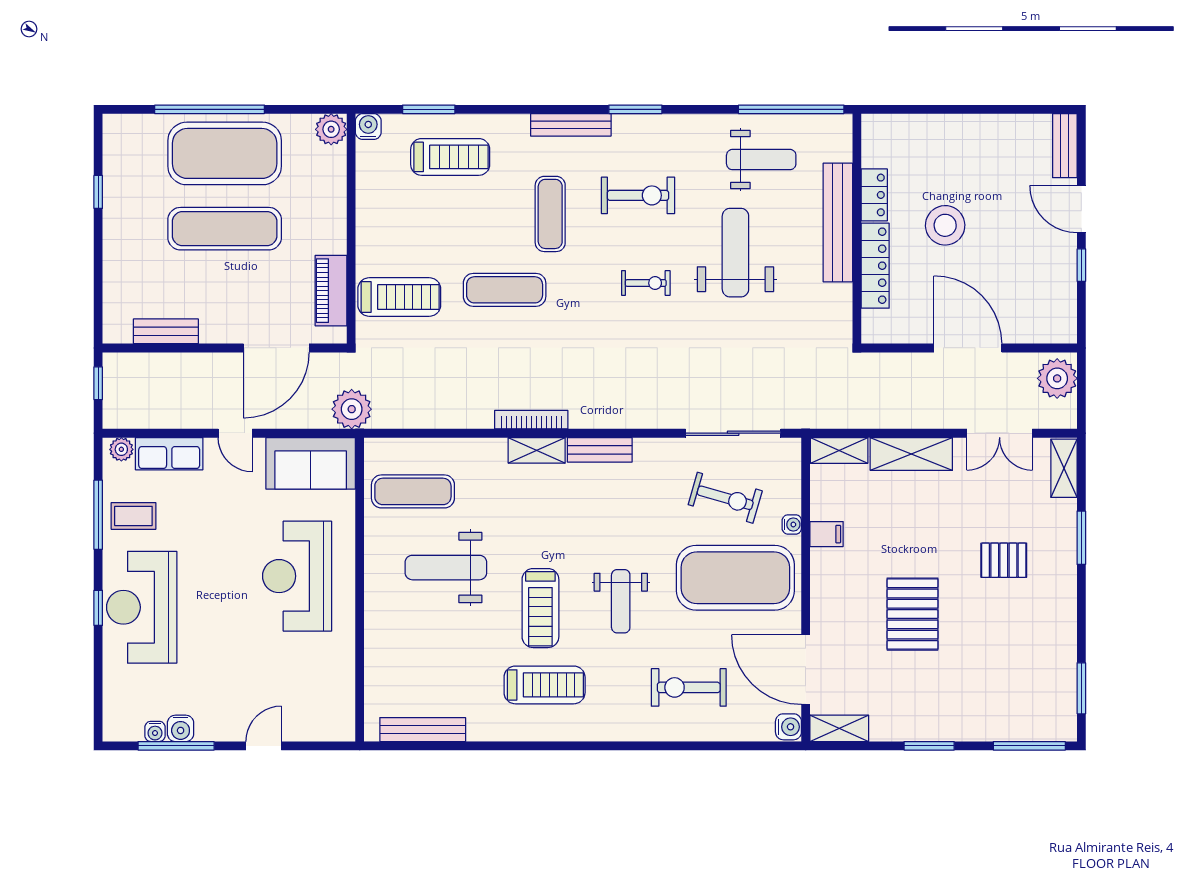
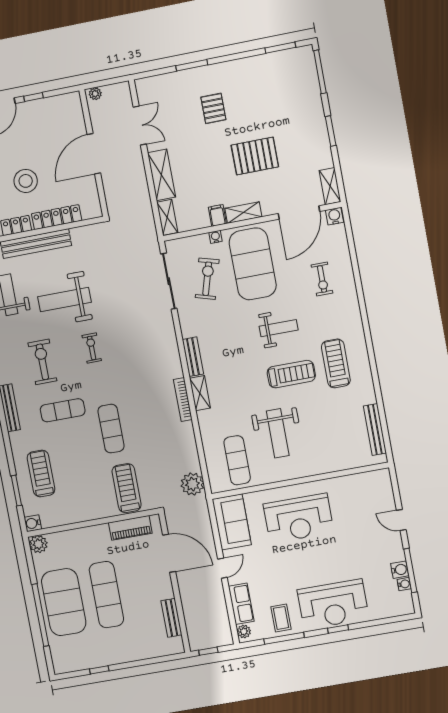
plant: (1057, 378) -> (95, 94), width x0.53, depth x0.53
plant: (352, 409) -> (192, 484), moved
shelving: (1064, 468) -> (243, 213), moved
exercise bike: (689, 687) -> (322, 279), width x0.73, depth x0.72

